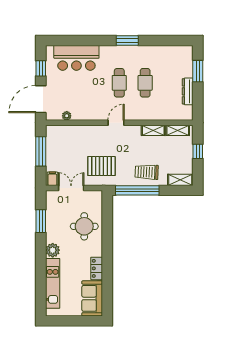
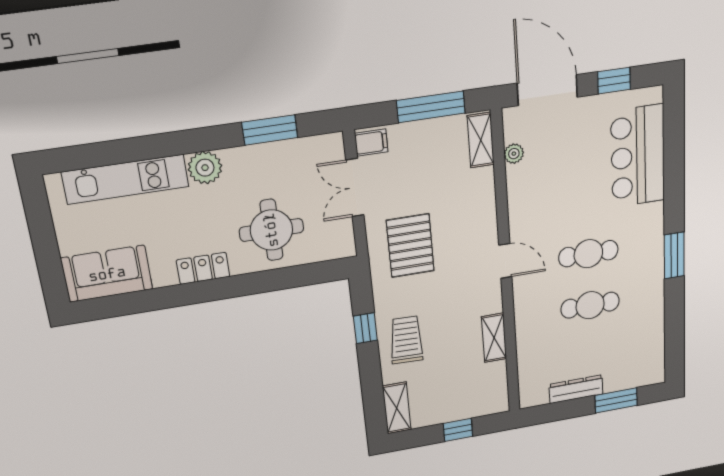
shelving: (178, 130) -> (481, 140), moved
double door: (71, 188) -> (355, 188), swing flipped
window: (137, 190) -> (365, 328), width x0.32
locker: (97, 268) -> (203, 268), moved

